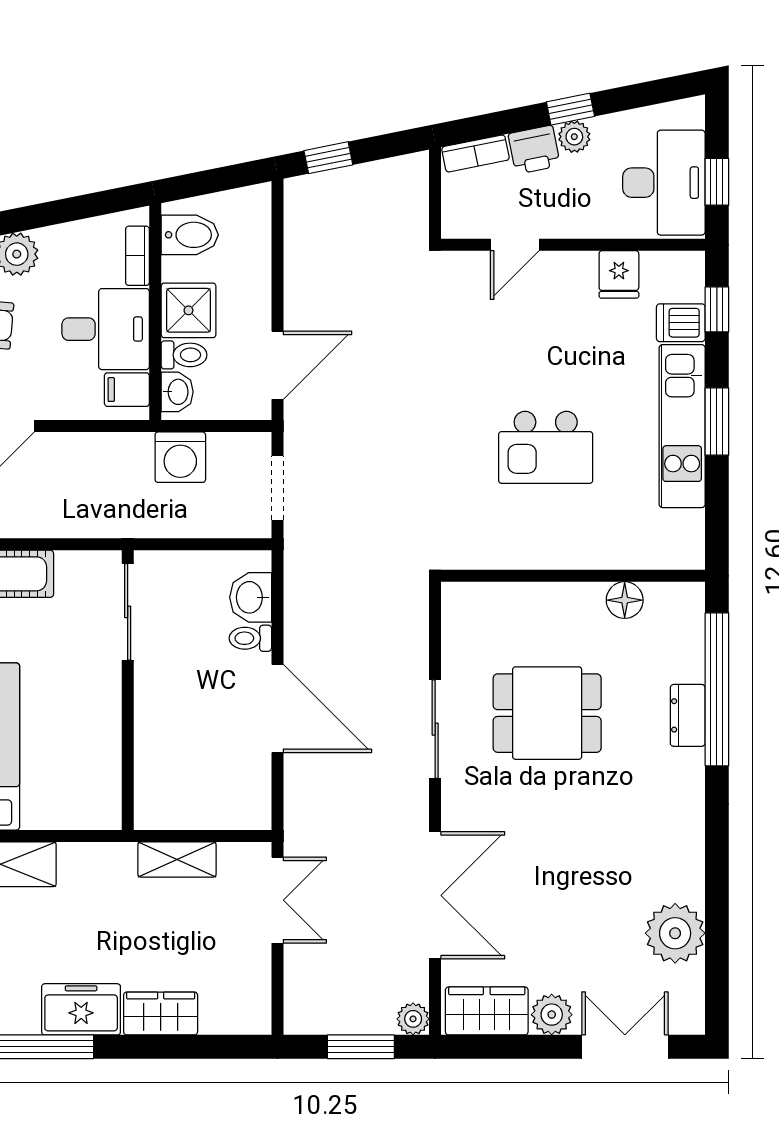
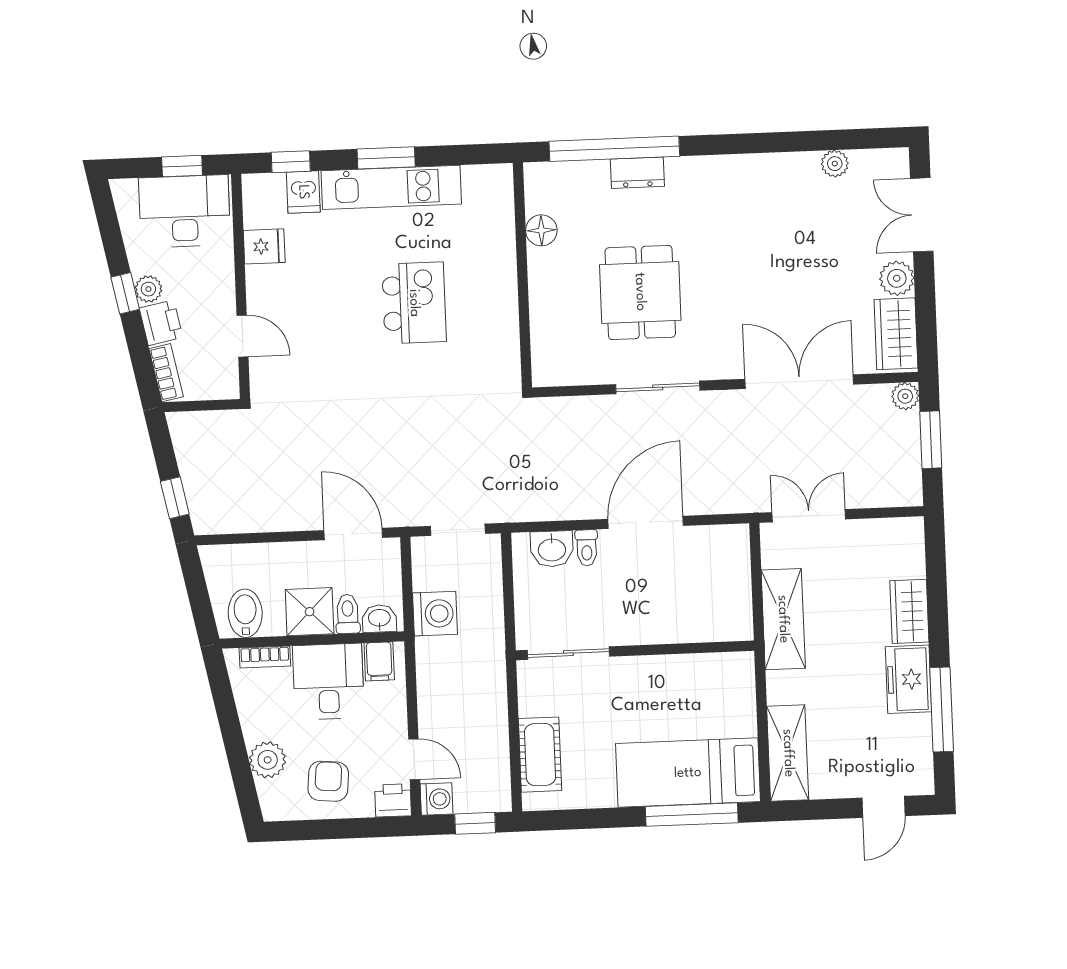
shelving: (177, 859) -> (783, 619), width x1.50, depth x1.33
plant: (675, 933) -> (835, 164), width x0.53, depth x0.53

